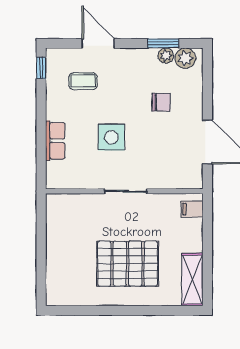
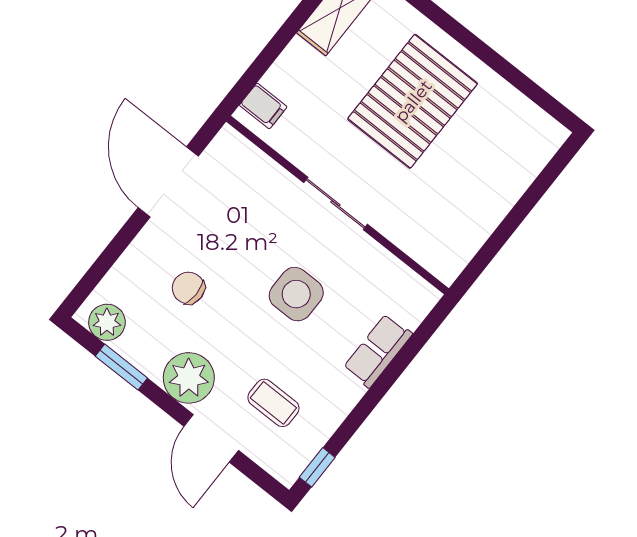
plant: (166, 56) -> (189, 378), moved, width x1.87, depth x1.87
pallet: (127, 264) -> (413, 101), turned 90

